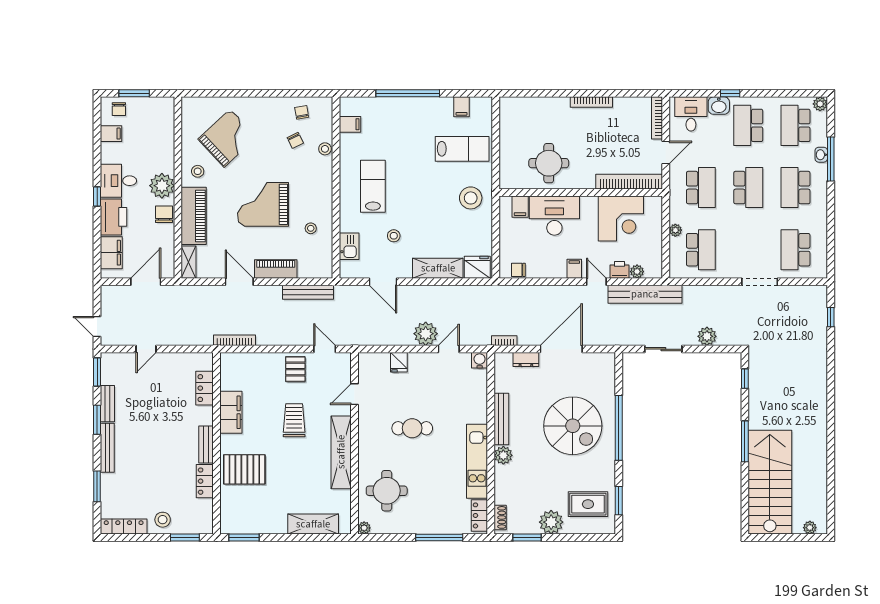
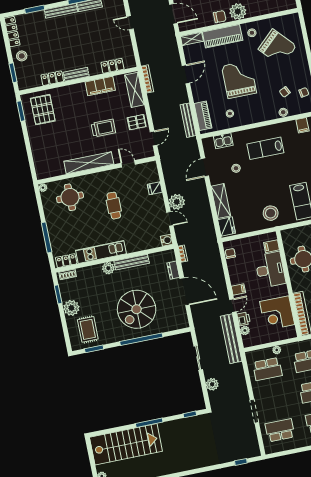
lab bench: (373, 186) -> (265, 148), turned 180
piano: (276, 269) -> (203, 116), moved
pallet: (244, 469) -> (43, 110), moved
shelving: (313, 524) -> (135, 90), moved

